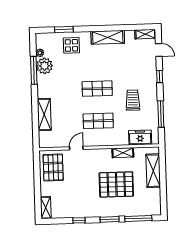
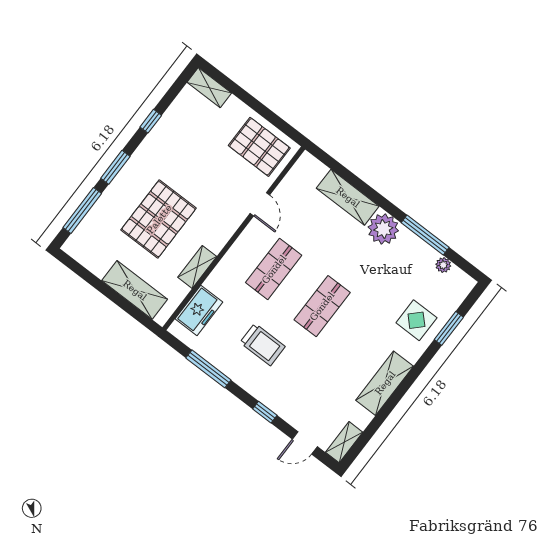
plant: (44, 66) -> (383, 229), moved

